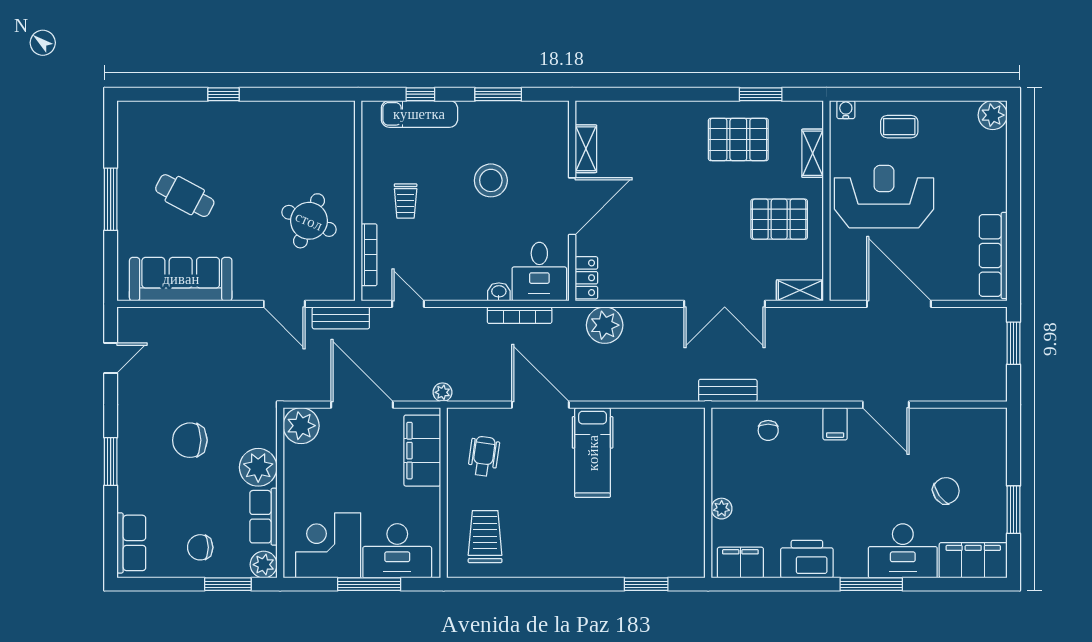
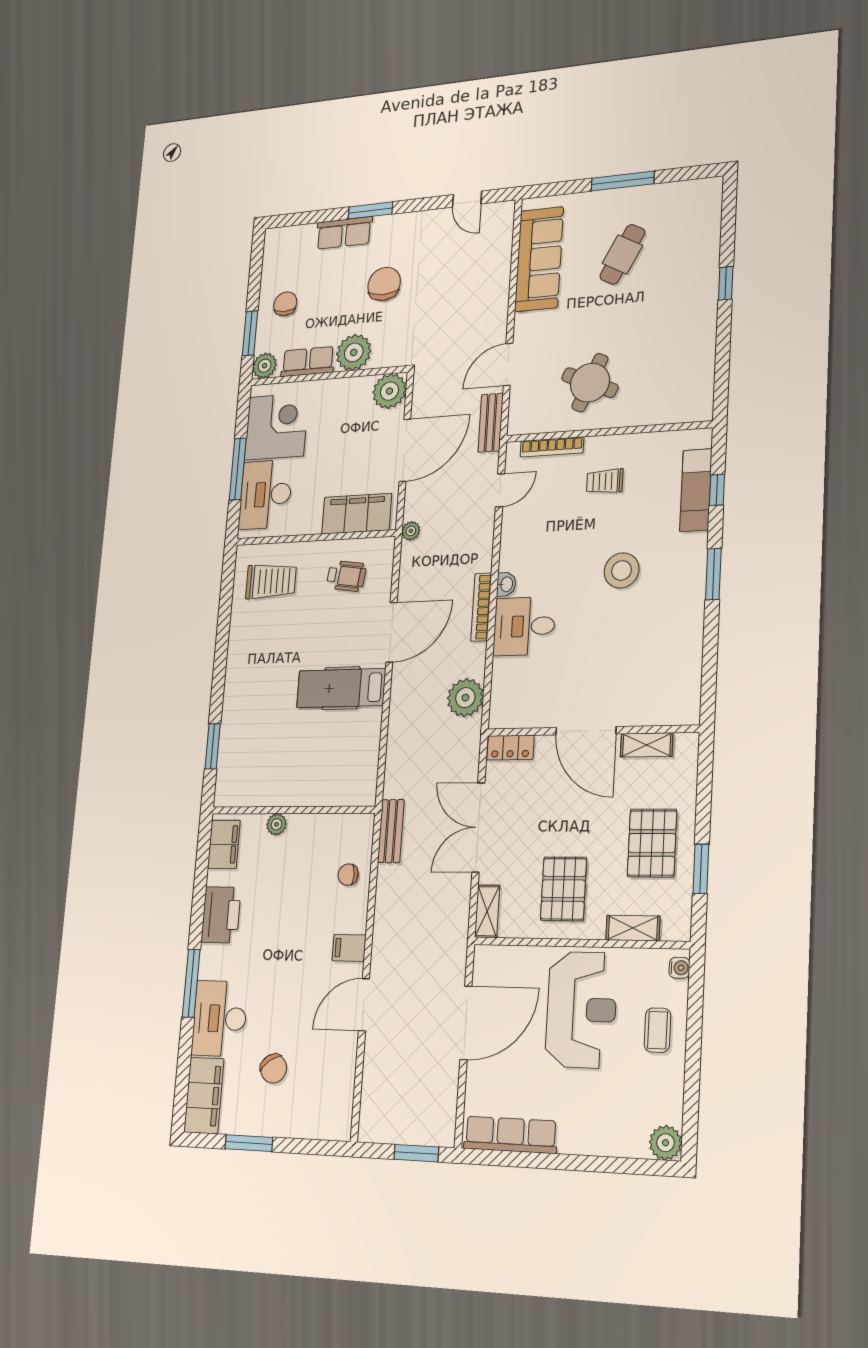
shelving: (586, 149) -> (647, 745), moved
wall: (572, 201) -> (592, 731), moved
door: (572, 206) -> (586, 731), moved
locker: (586, 278) -> (510, 748), moved
row of seats: (131, 543) -> (344, 233), moved

